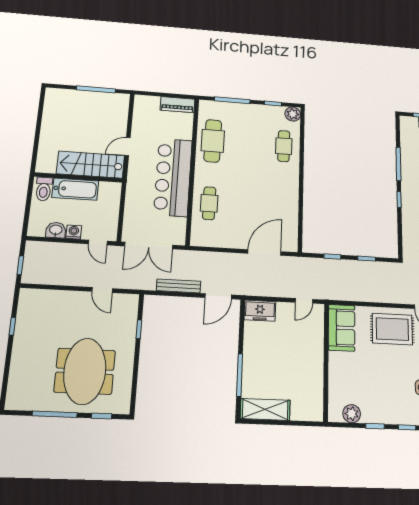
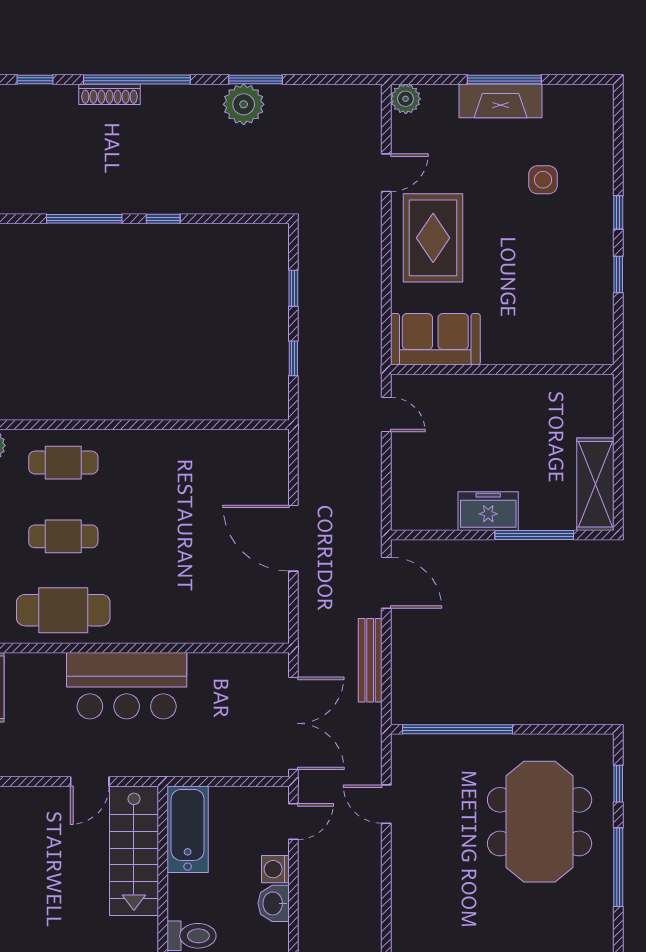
door: (127, 147) -> (90, 782), hinge flipped
bar counter: (173, 177) -> (127, 686), width x0.73
bathtub: (75, 189) -> (188, 829), moved
cafe table: (209, 203) -> (63, 536), moved
door: (264, 252) -> (293, 538), moved
door: (102, 290) -> (386, 804), swing flipped
freezer: (260, 311) -> (488, 511), moved, turned -90
window: (139, 329) -> (457, 729), width x3.17
meeting table: (85, 371) -> (540, 822), turned 90
plant: (352, 414) -> (597, 320), removed

